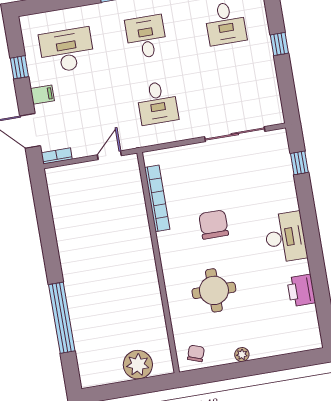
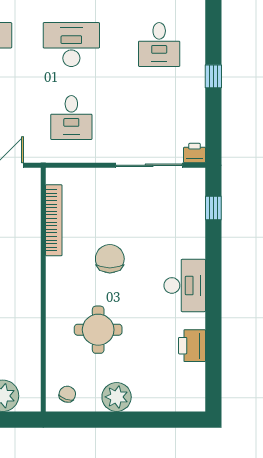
desk: (146, 37) -> (71, 45), width x1.37
printer: (274, 116) -> (194, 153), added
plant: (242, 355) -> (117, 397), width x1.88, depth x1.88

